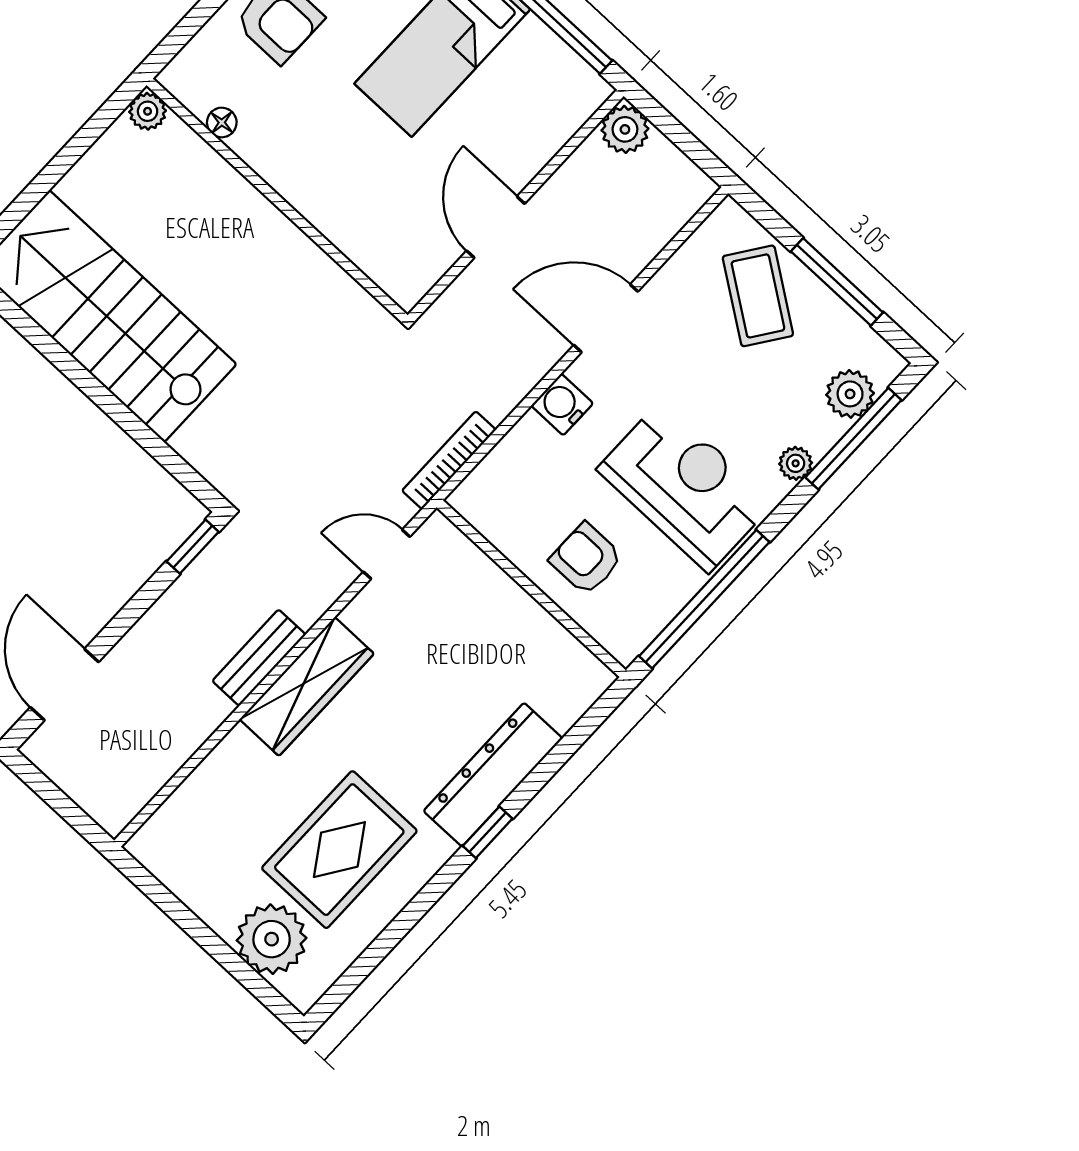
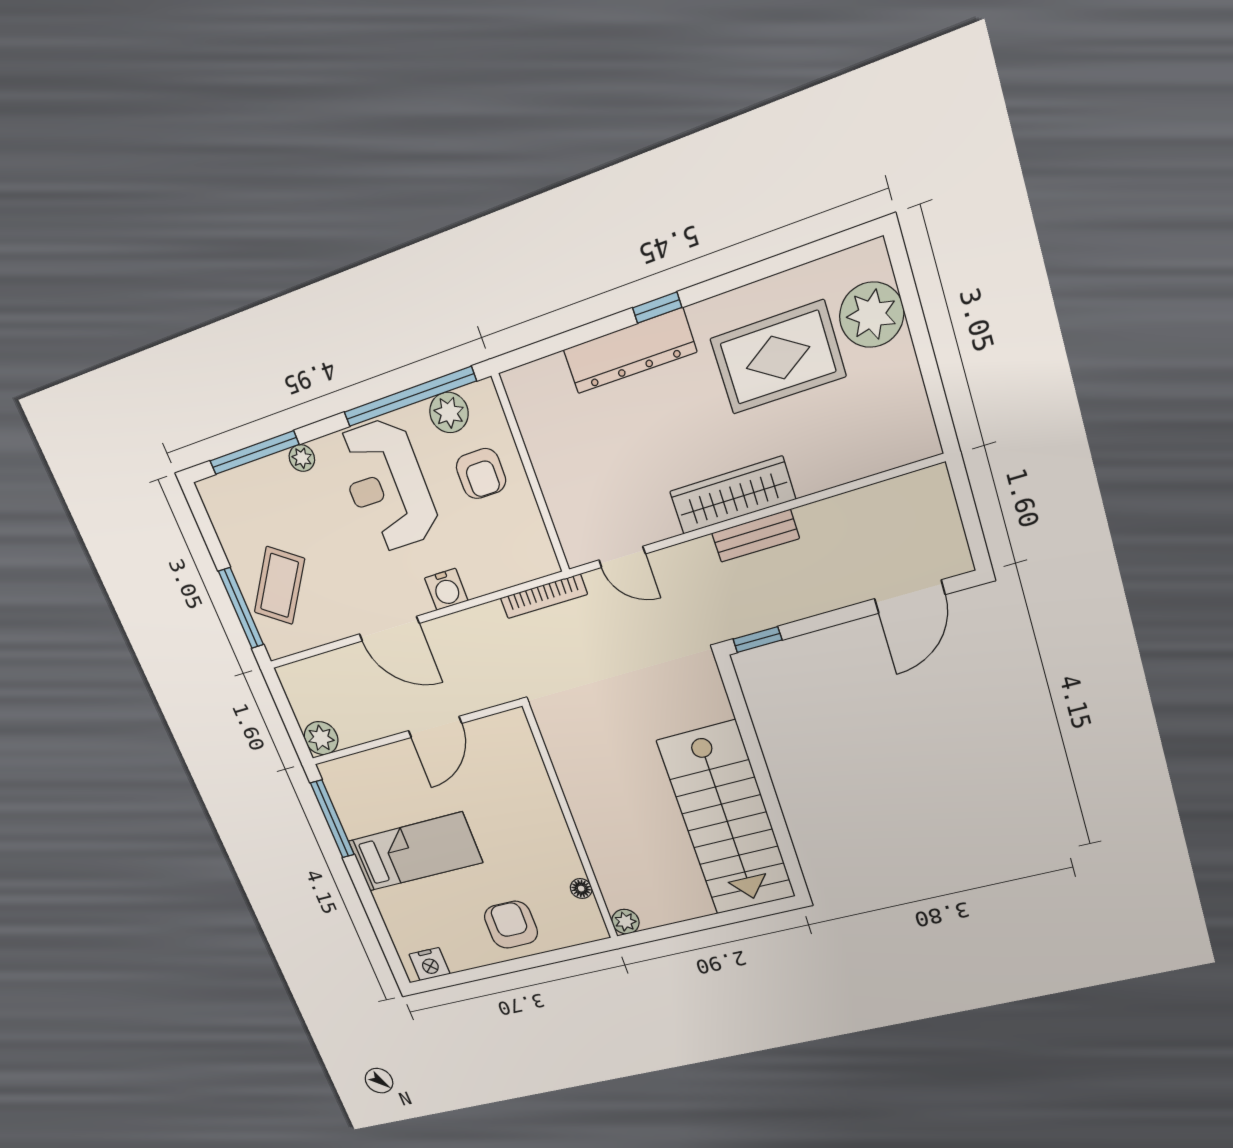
window: (837, 282) -> (241, 608), moved
plant: (850, 394) -> (449, 412), moved

